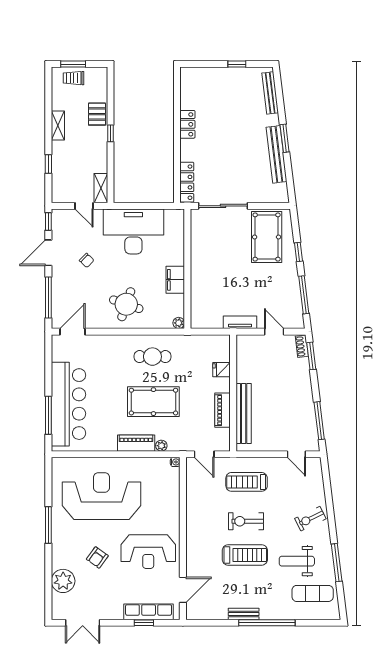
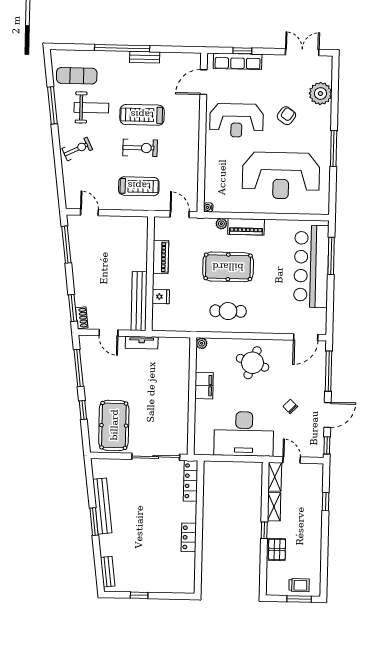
bench: (270, 93) -> (108, 572), width x0.73
shelving: (58, 125) -> (274, 507), moved
bench: (244, 413) -> (139, 301), moved
reception desk: (148, 552) -> (237, 120), turned 180

